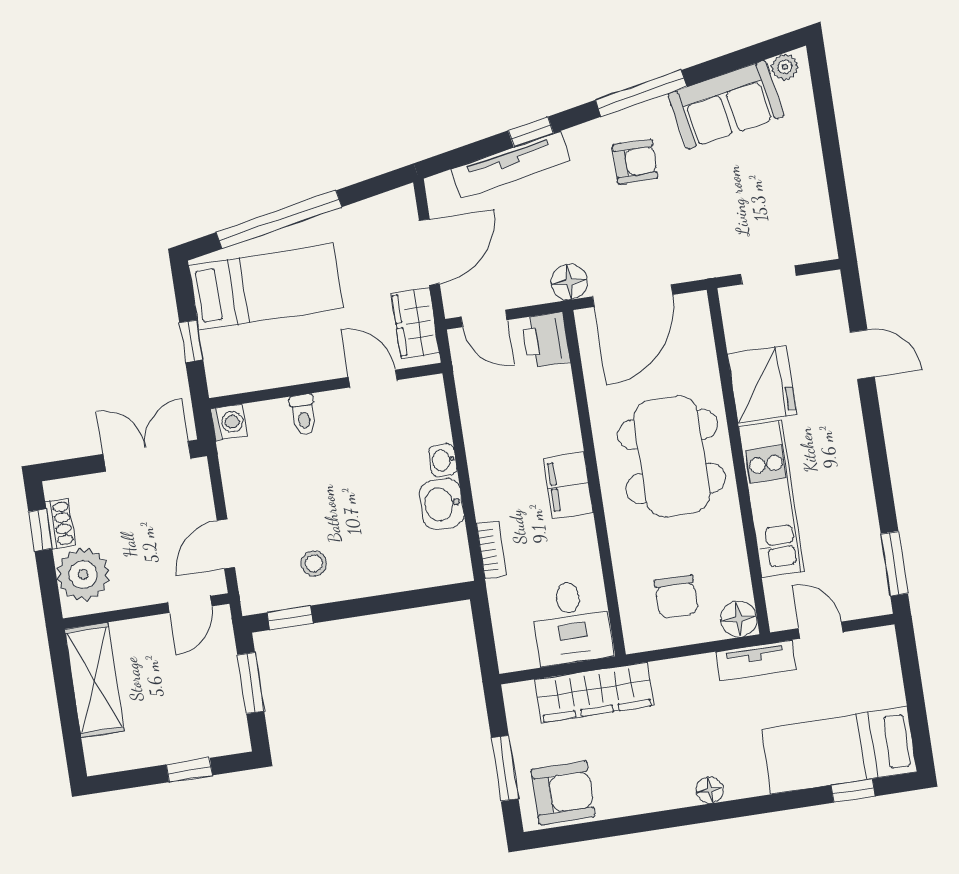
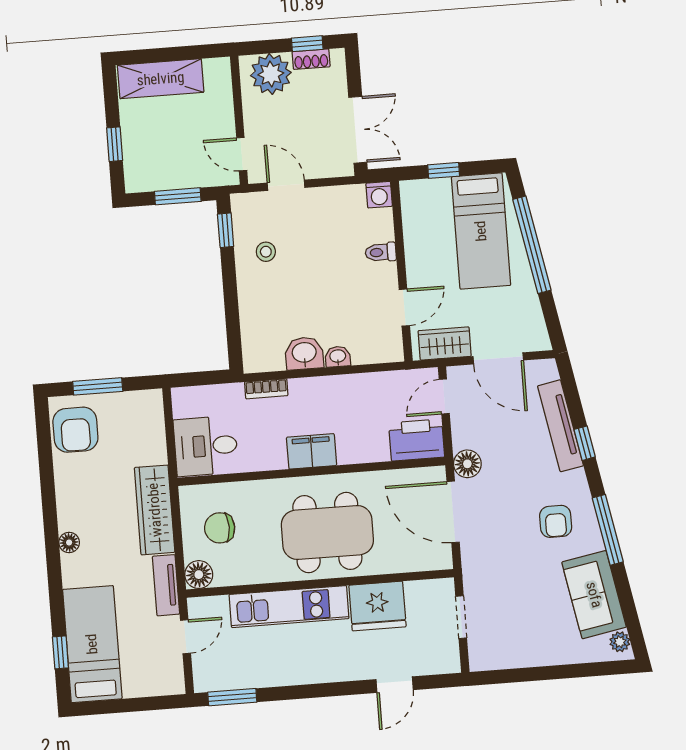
printer: (546, 340) -> (417, 440), width x1.37, depth x1.19
shelving: (94, 680) -> (161, 79), moved
wardrobe: (594, 692) -> (155, 510), moved

